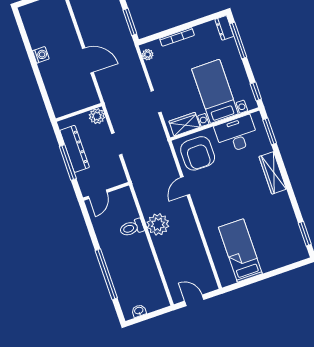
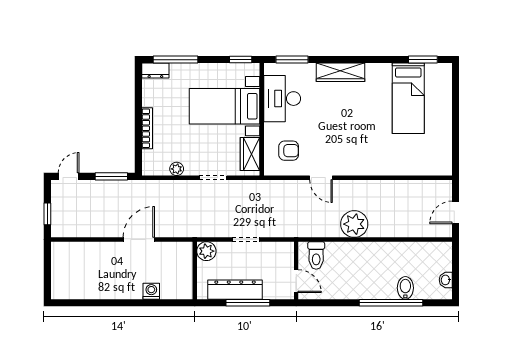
washing machine: (41, 55) -> (151, 291), moved
plant: (148, 55) -> (177, 169), moved
armchair: (198, 153) -> (289, 151), width x0.53, depth x0.53
toilet: (132, 228) -> (316, 255), moved
bed: (240, 251) -> (408, 98), moved, turned -90
bidet: (122, 281) -> (405, 288), added

